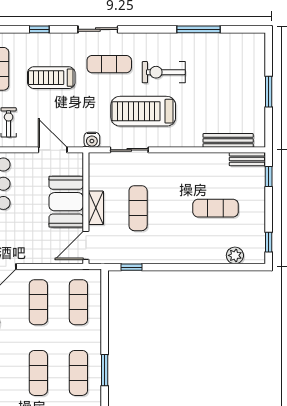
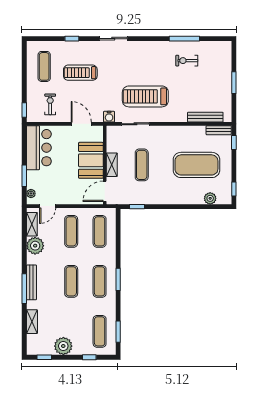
exercise mat: (109, 64) -> (121, 63), removed
exercise bike: (164, 72) -> (187, 61), moved, width x0.73, depth x0.72
exercise mat: (216, 208) -> (196, 165), width x2.00, depth x1.45

